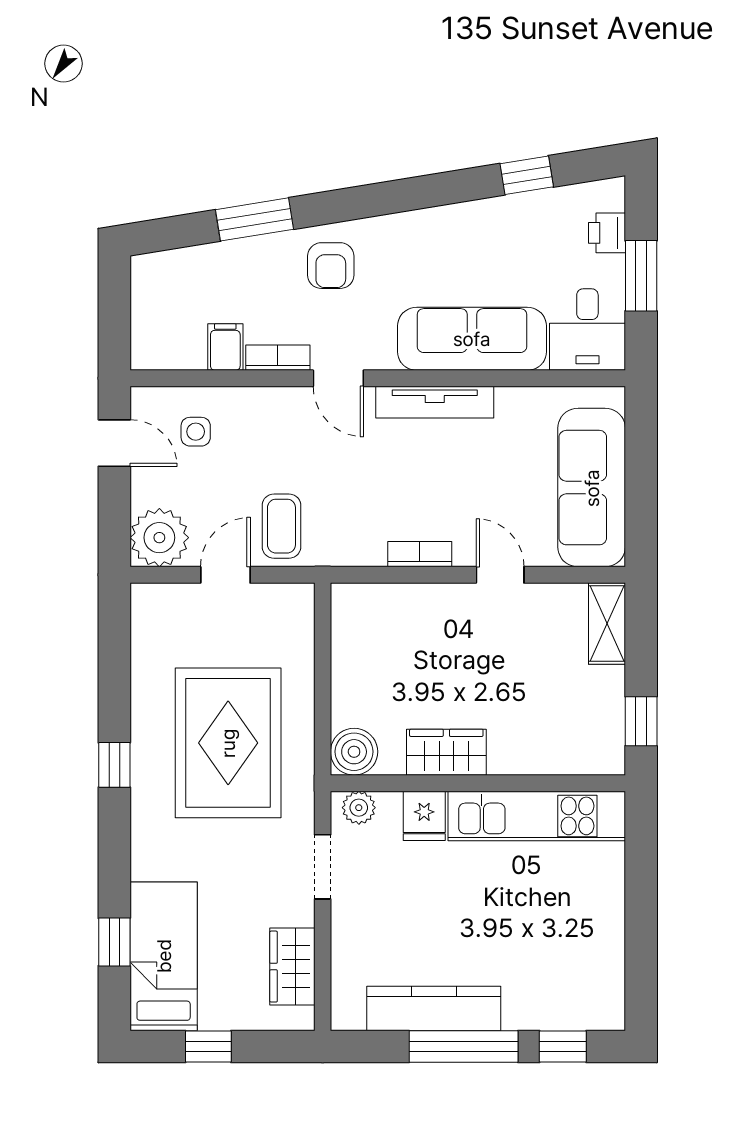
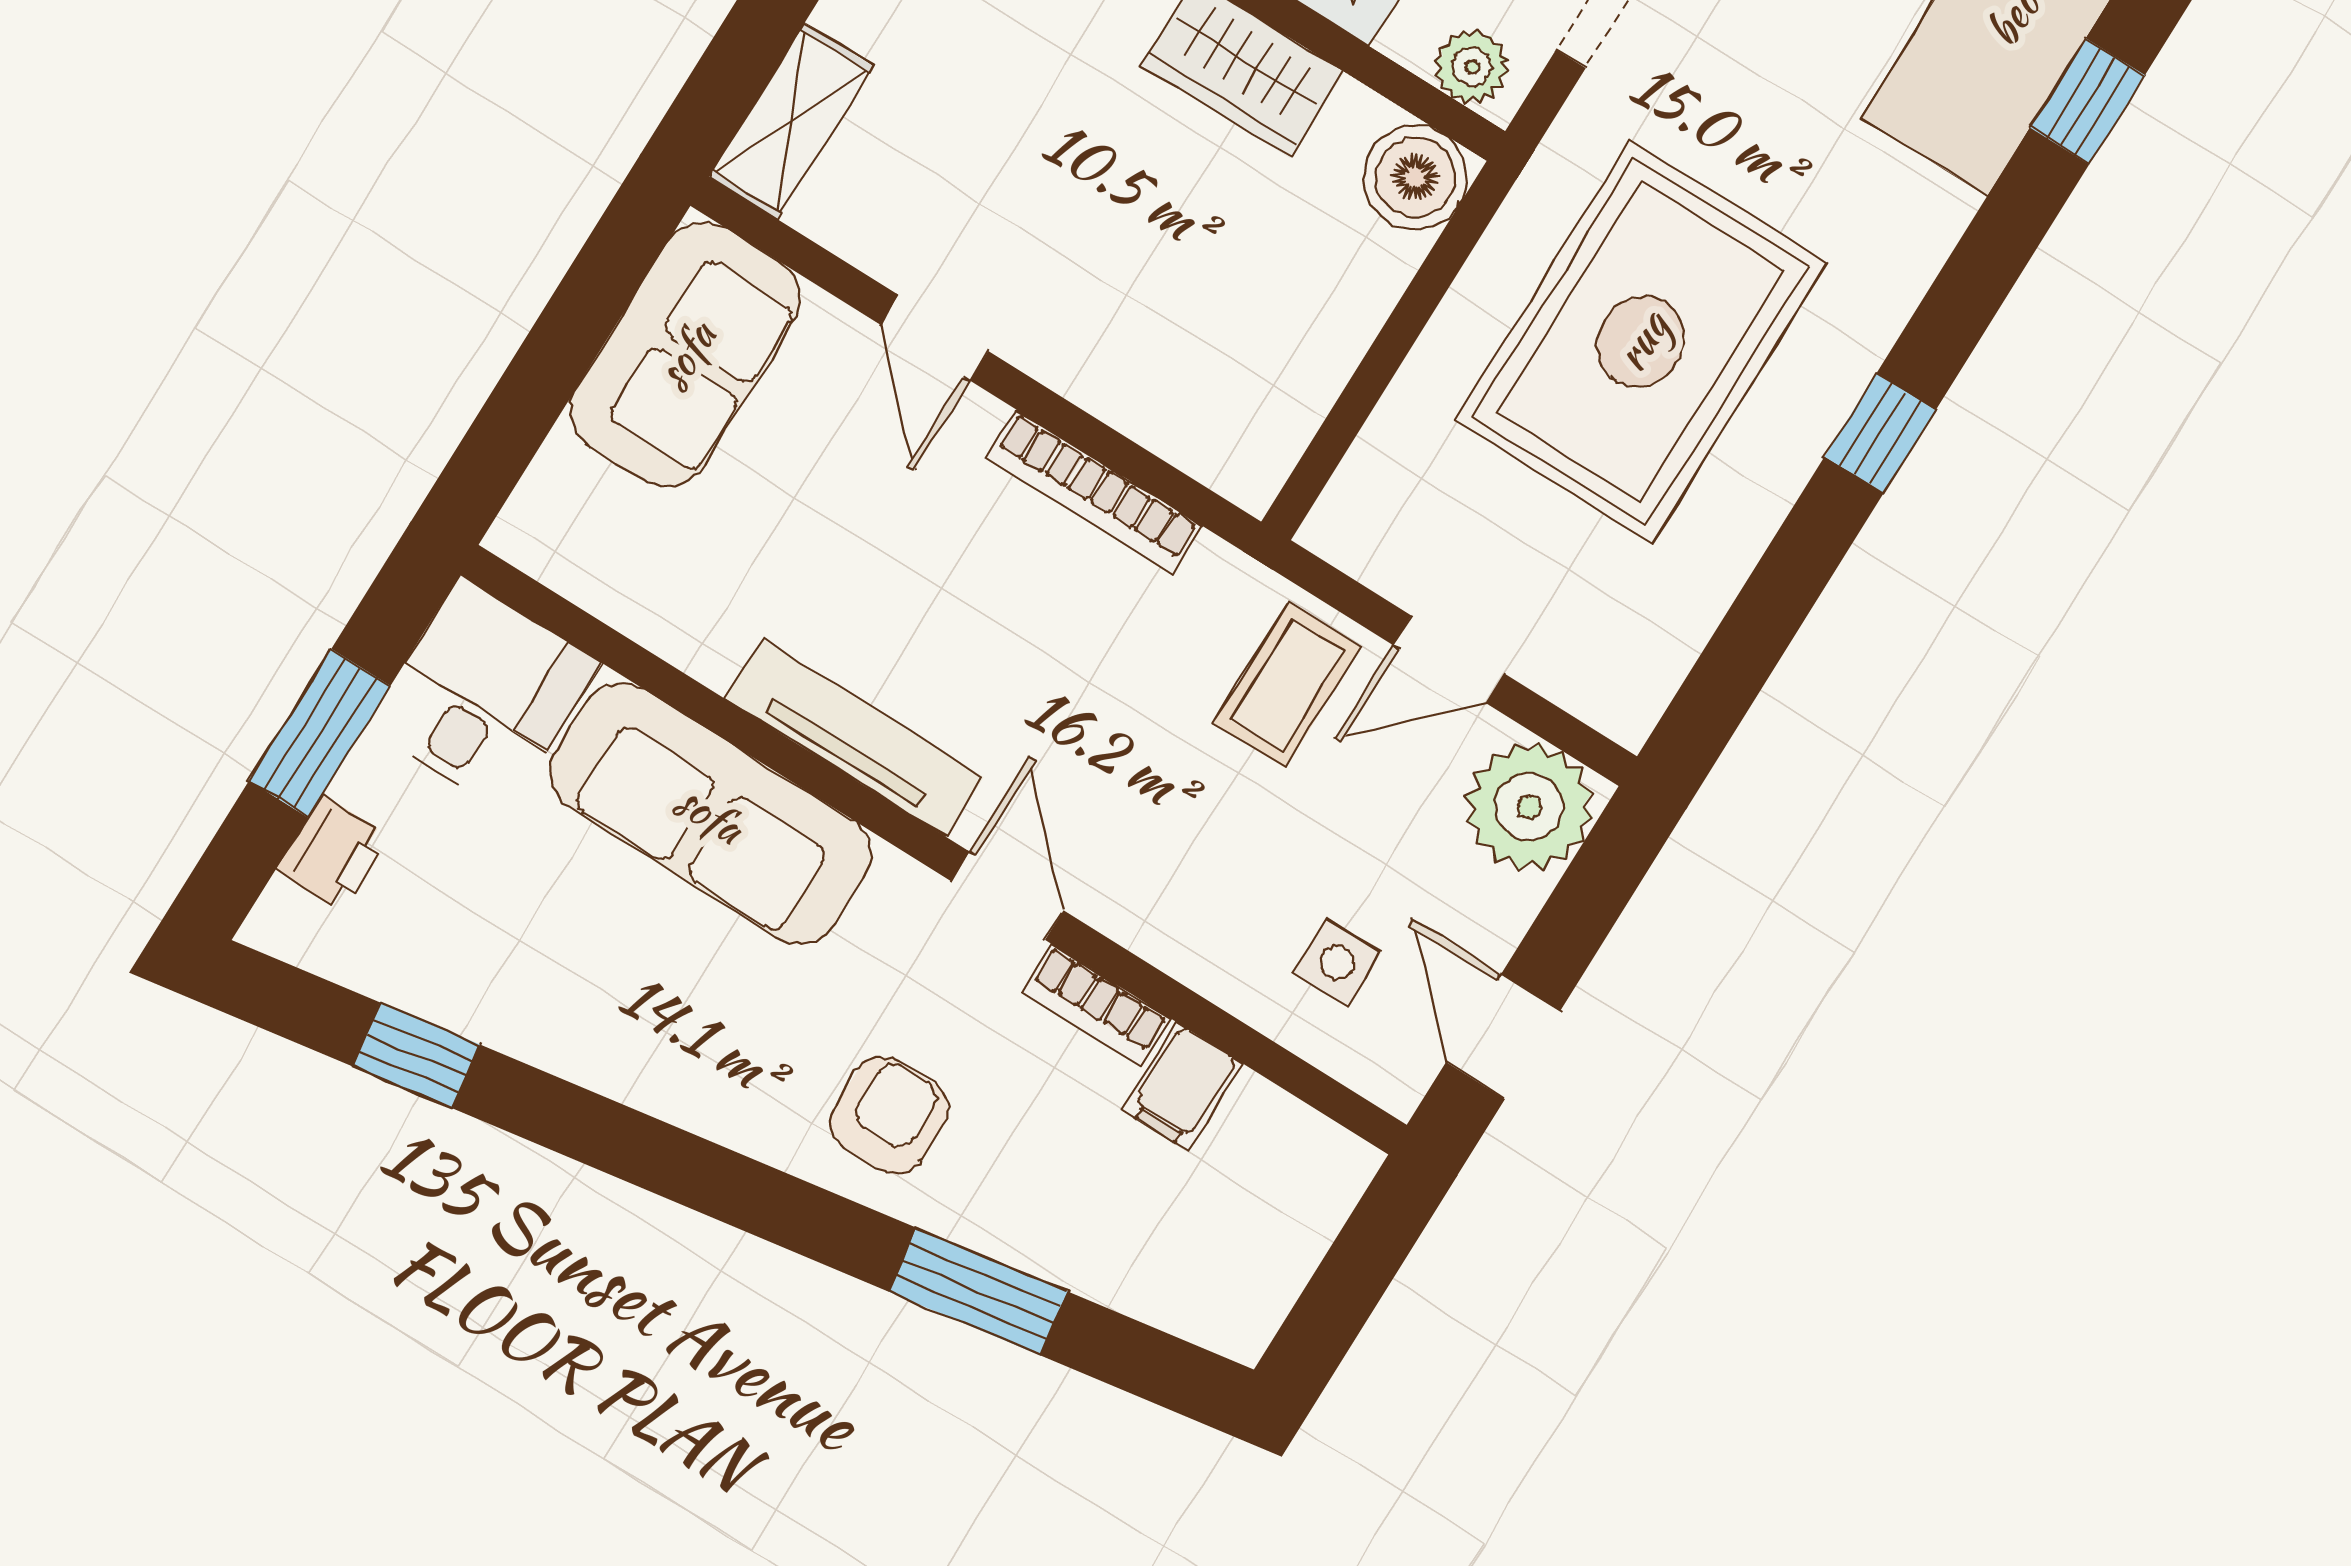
sofa: (592, 488) -> (685, 355), width x0.73
bookcase: (420, 554) -> (1094, 492), width x1.56

